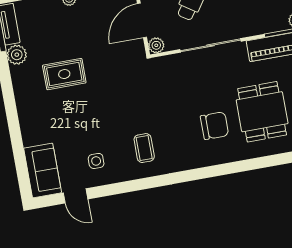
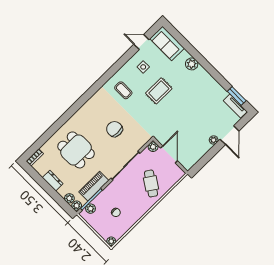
plant: (17, 55) -> (192, 64), moved
rug: (64, 74) -> (159, 91), moved
chair: (214, 126) -> (114, 129), moved, turned 90

